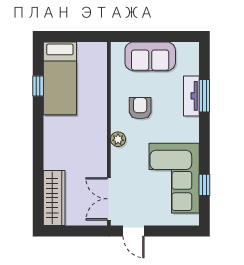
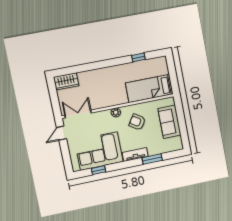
bed: (60, 78) -> (149, 88), moved
tv unit: (191, 96) -> (135, 154), moved
armchair: (140, 108) -> (137, 122), turned -147
wardrobe: (54, 198) -> (66, 81), width x0.67

